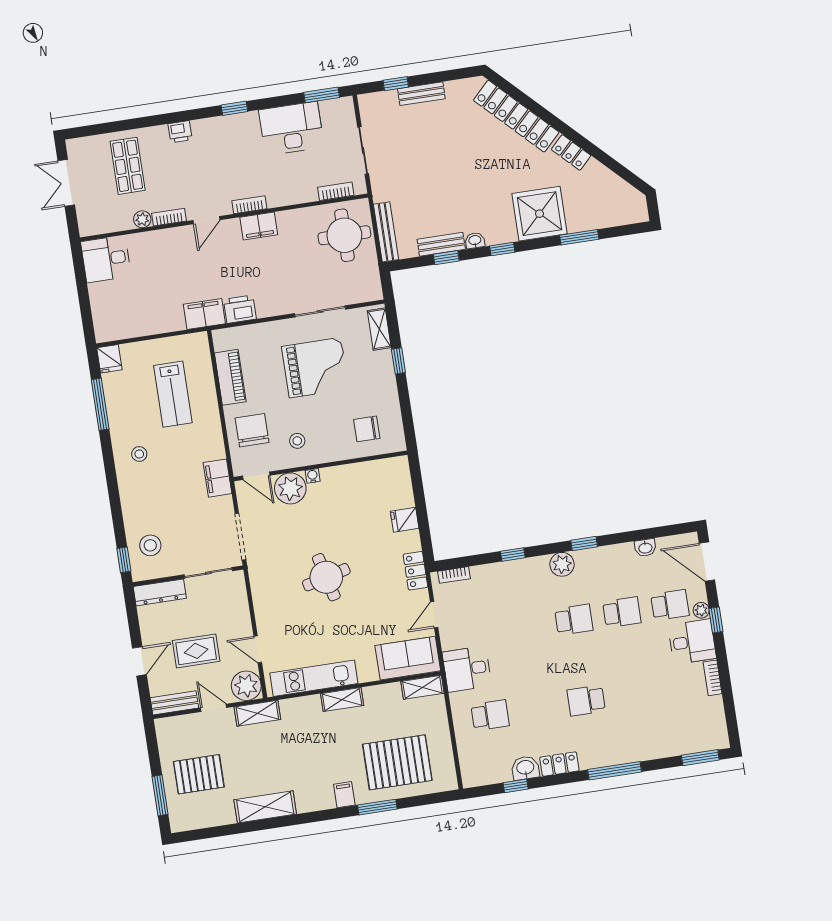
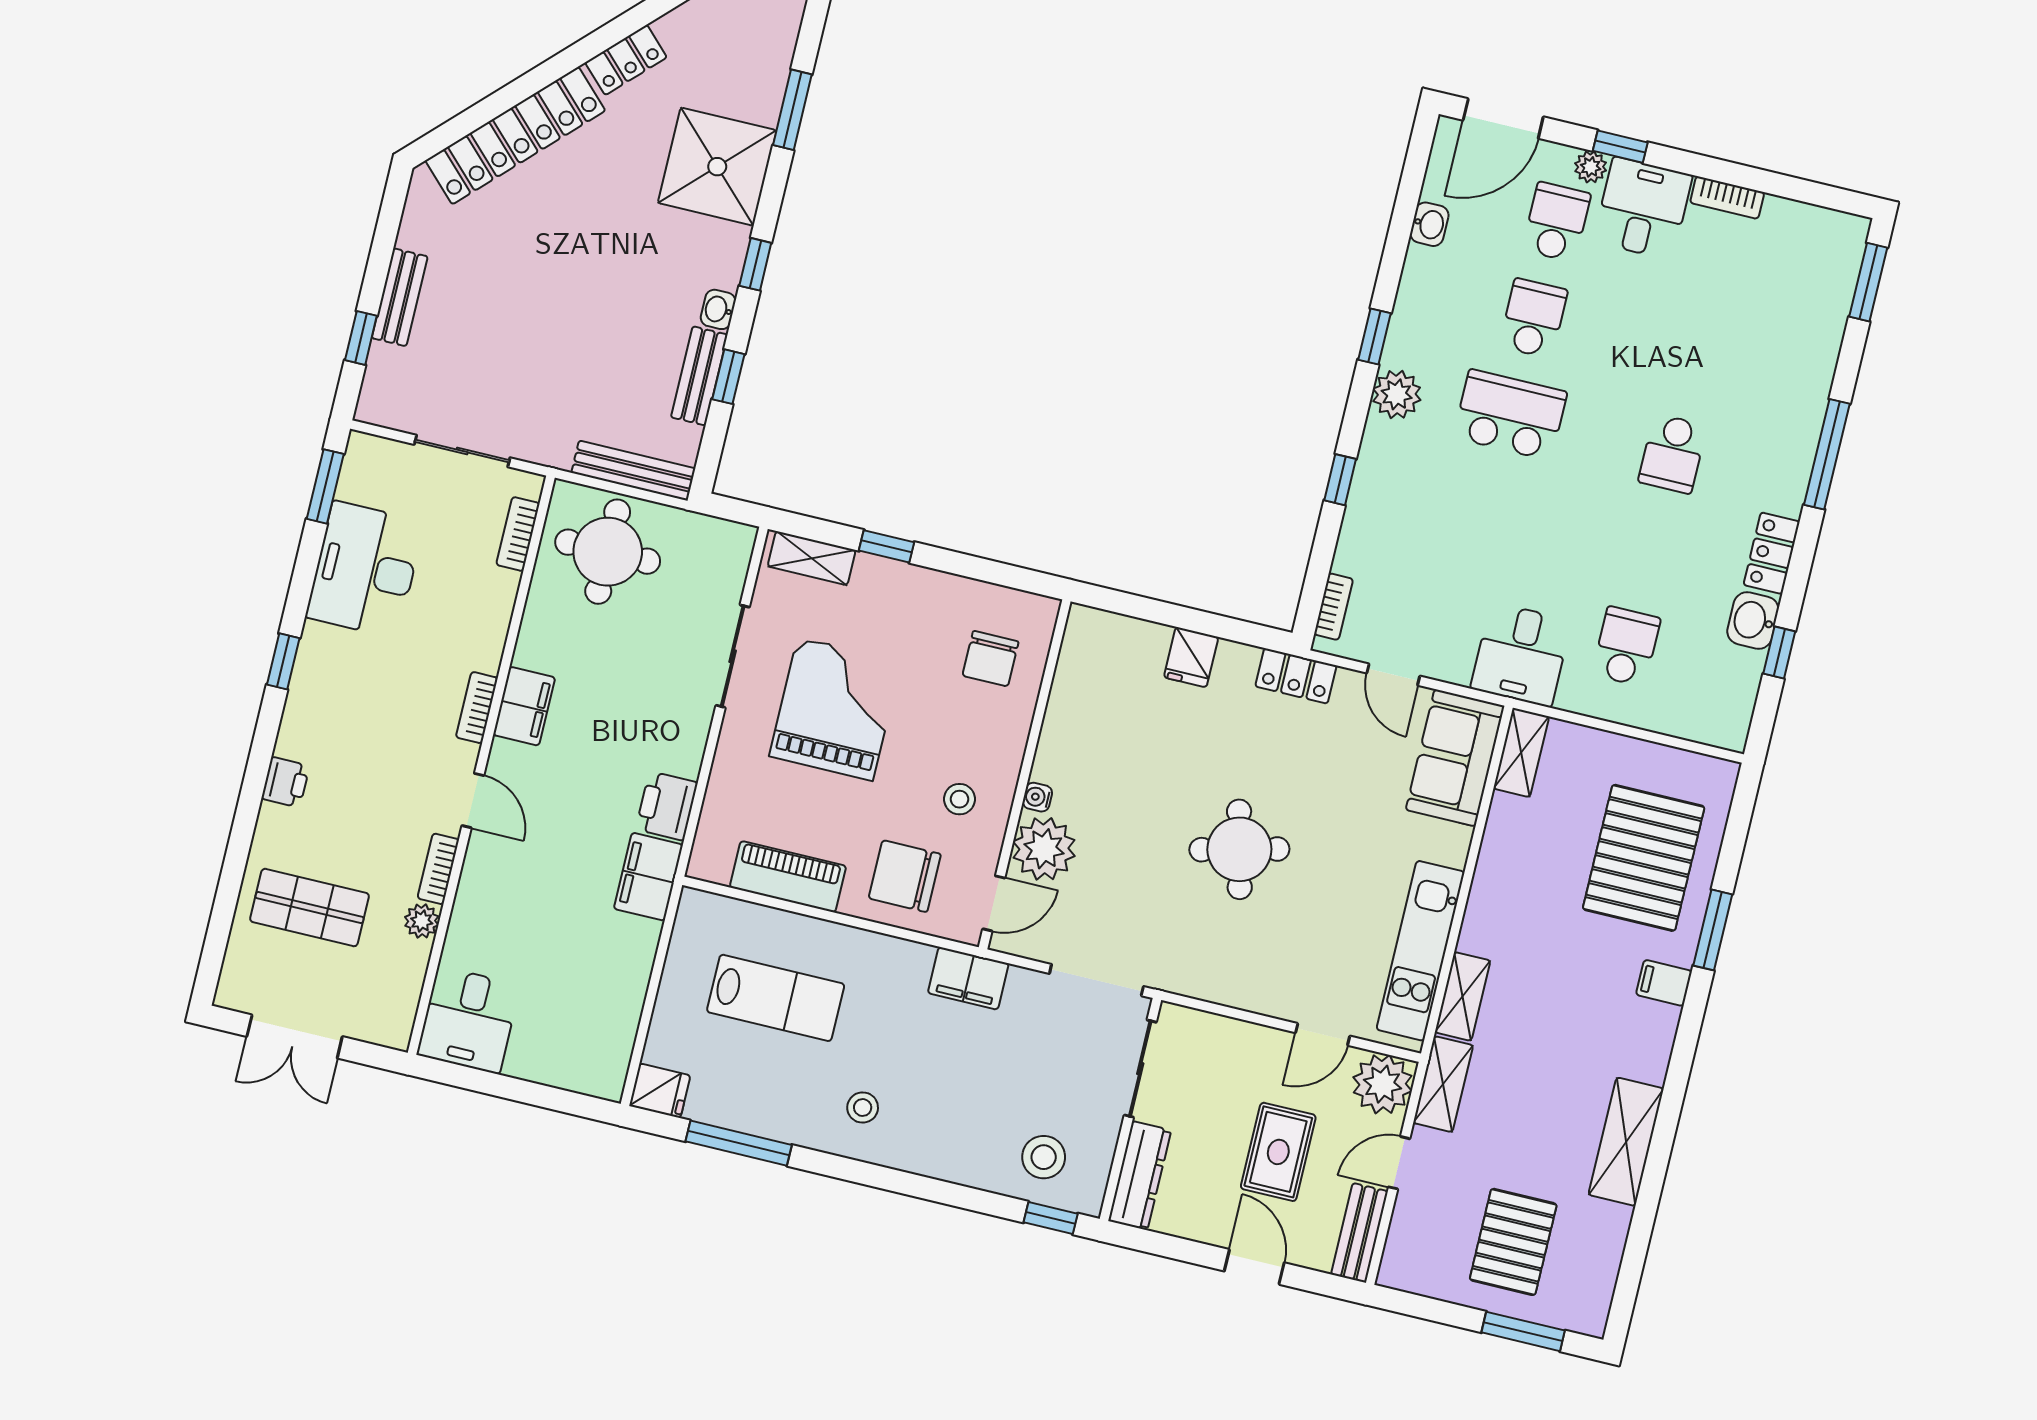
school desk: (574, 620) -> (1510, 415), width x1.85
shelving: (342, 700) -> (1463, 996), moved

